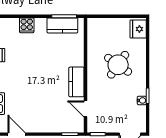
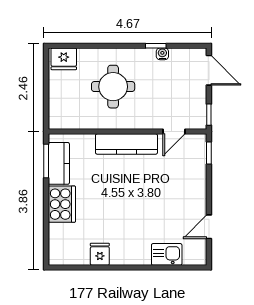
cooker: (27, 25) -> (62, 204), width x1.87, depth x1.31
round table: (118, 65) -> (113, 87), turned -35
kitchen counter: (76, 82) -> (126, 144), width x1.50

